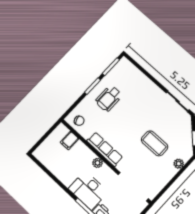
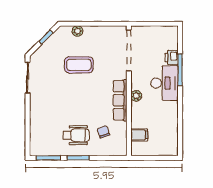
chair: (79, 121) -> (103, 132), moved
coffee table: (155, 143) -> (79, 65), turned 90

